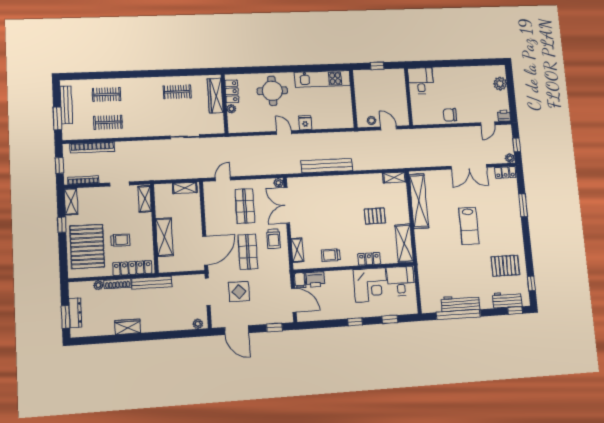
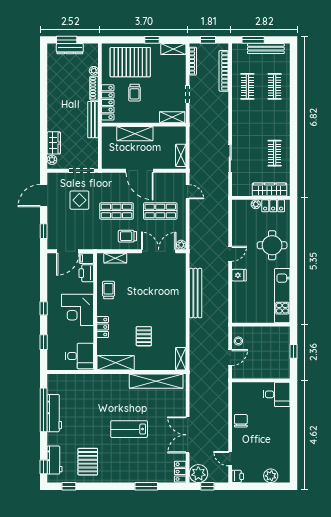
plant: (510, 158) -> (198, 474), width x1.87, depth x1.87
door: (205, 250) -> (140, 171), moved
corner desk: (371, 285) -> (78, 310), moved
wardrobe: (128, 327) -> (54, 143), moved

